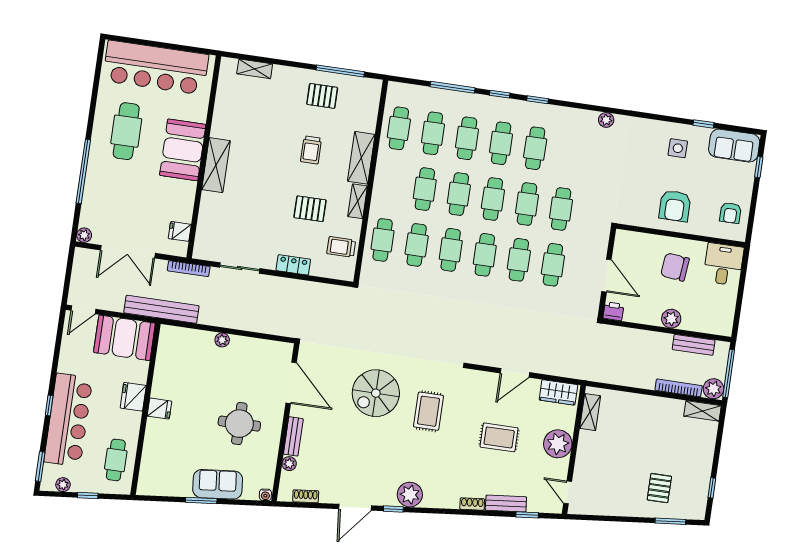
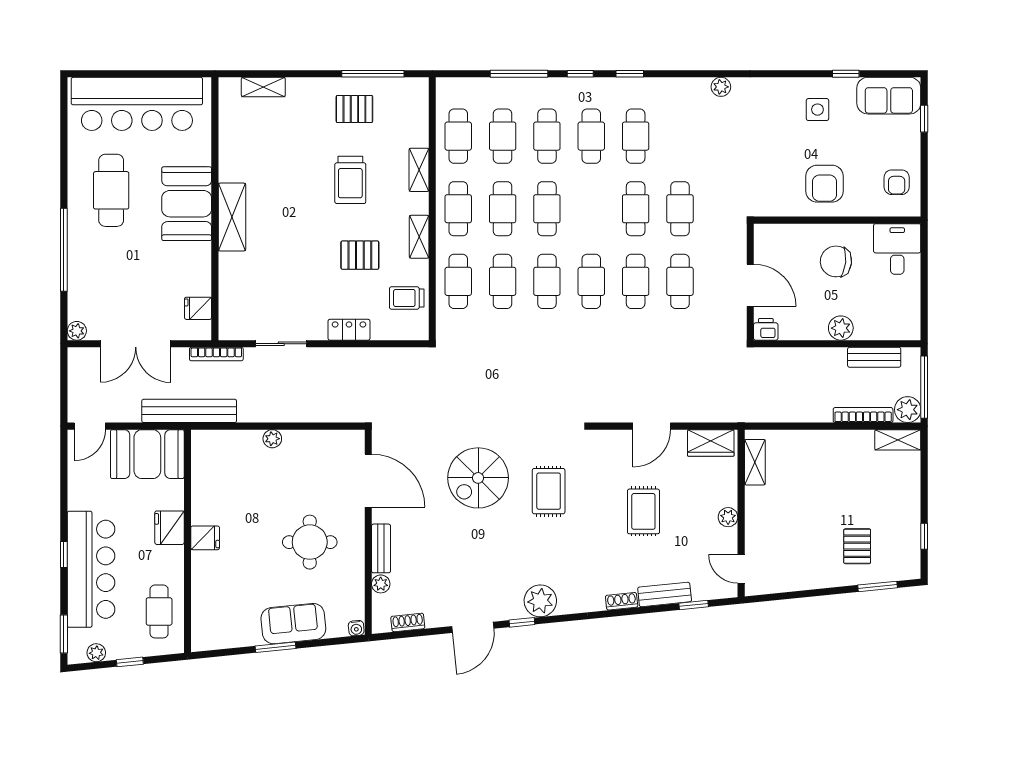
trolley: (311, 150) -> (350, 180), width x1.36, depth x1.39
shelving: (361, 158) -> (419, 170), width x0.67, depth x0.75
cafe table: (493, 199) -> (458, 209), moved
rug: (499, 437) -> (643, 511), turned 90
plant: (558, 444) -> (728, 517), width x0.53, depth x0.53

